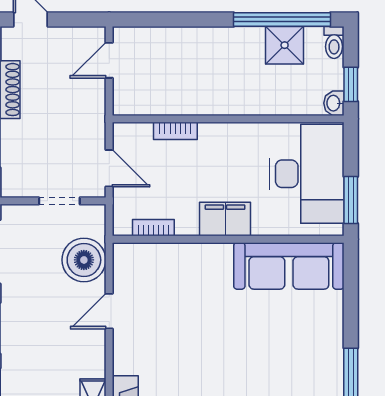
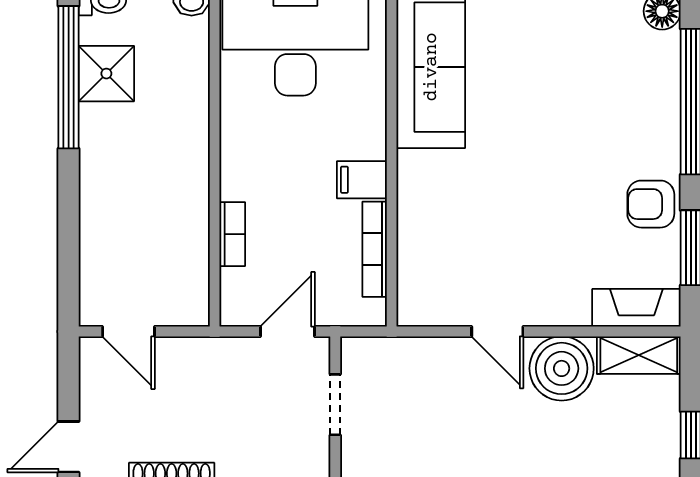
filing cabinet: (225, 219) -> (362, 180), width x0.50
bookcase: (153, 228) -> (375, 249), width x1.56
boiler: (84, 260) -> (562, 368), moved

